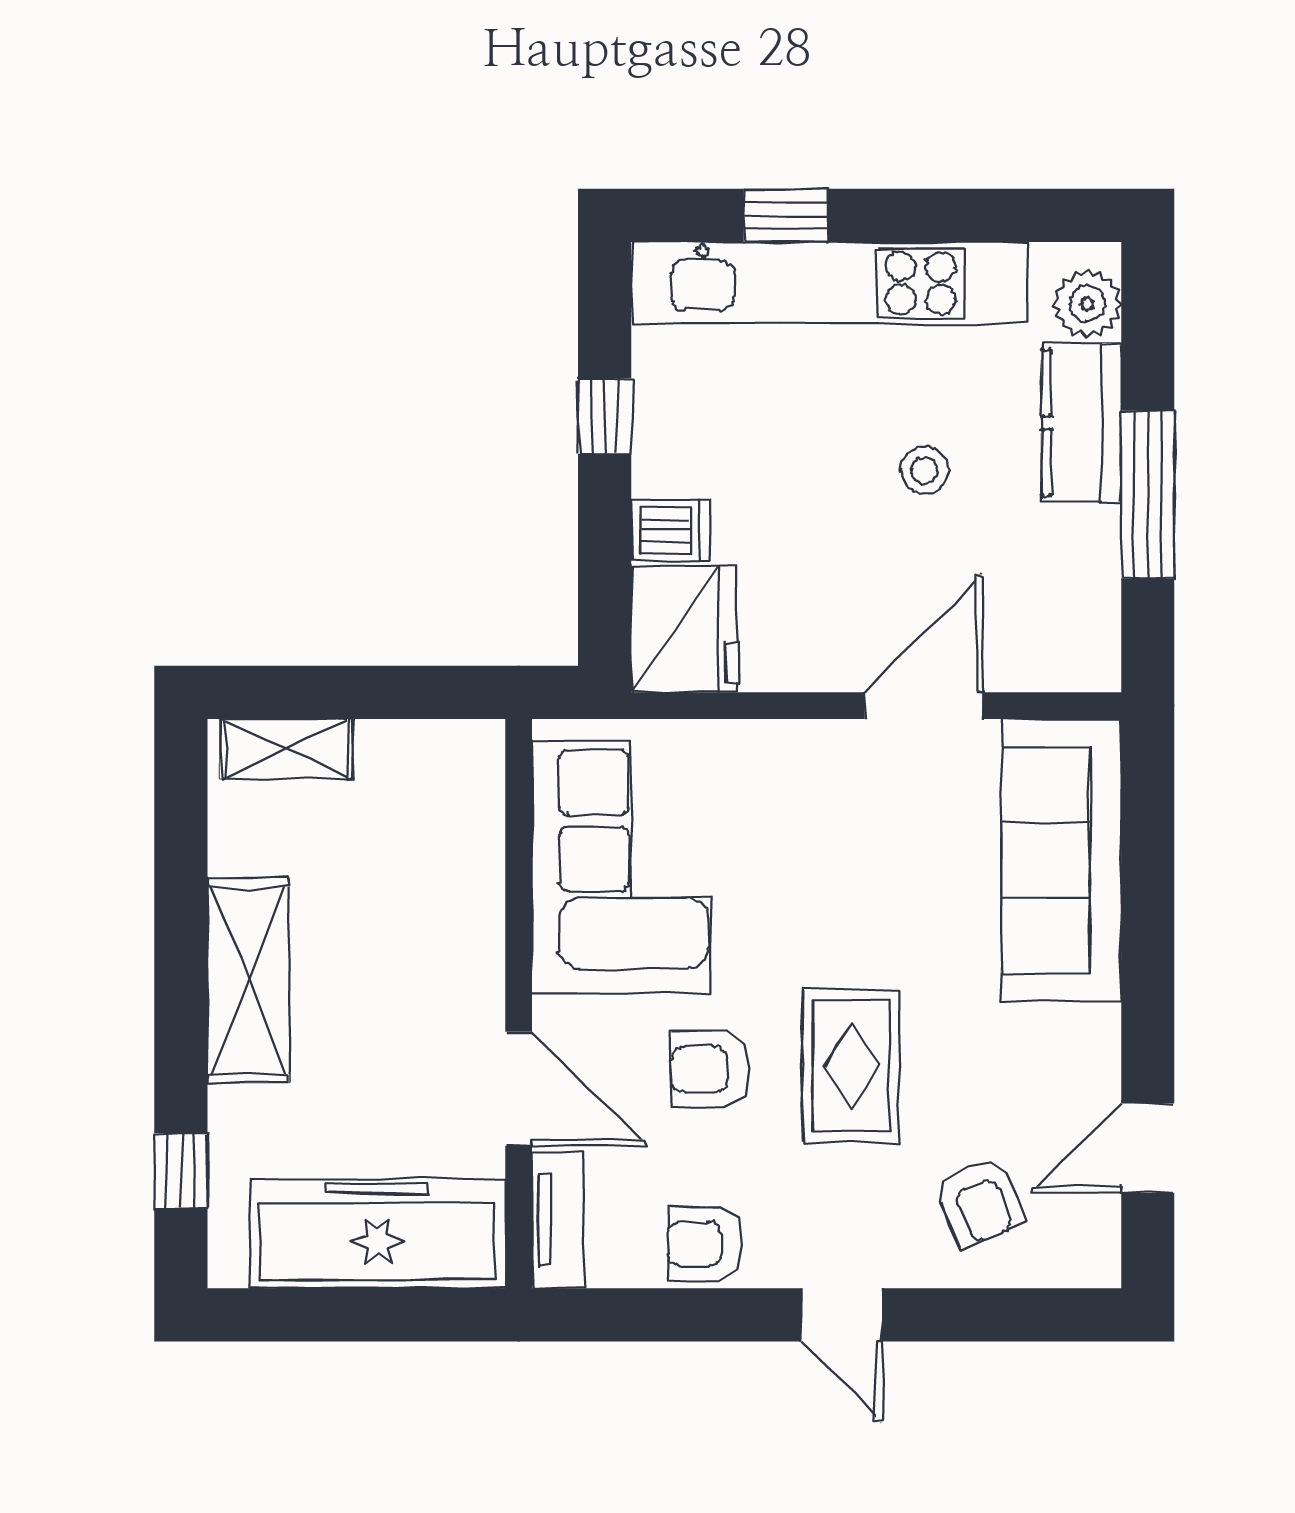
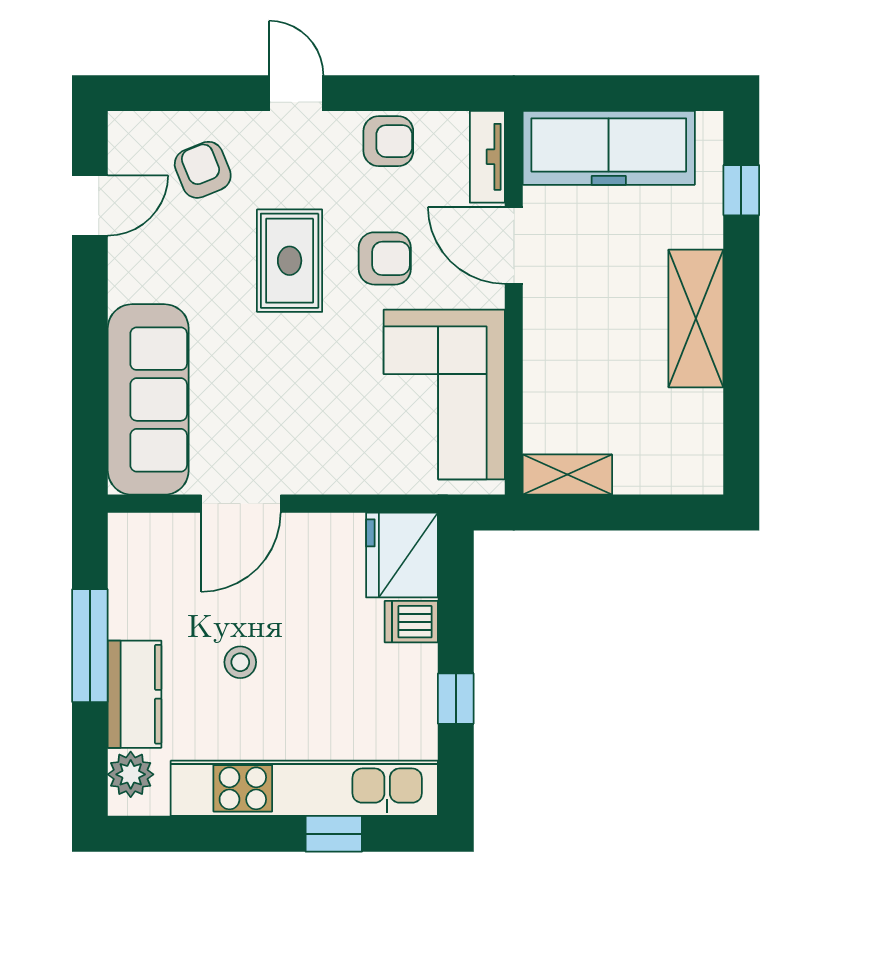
shelving: (286, 749) -> (567, 475), moved

